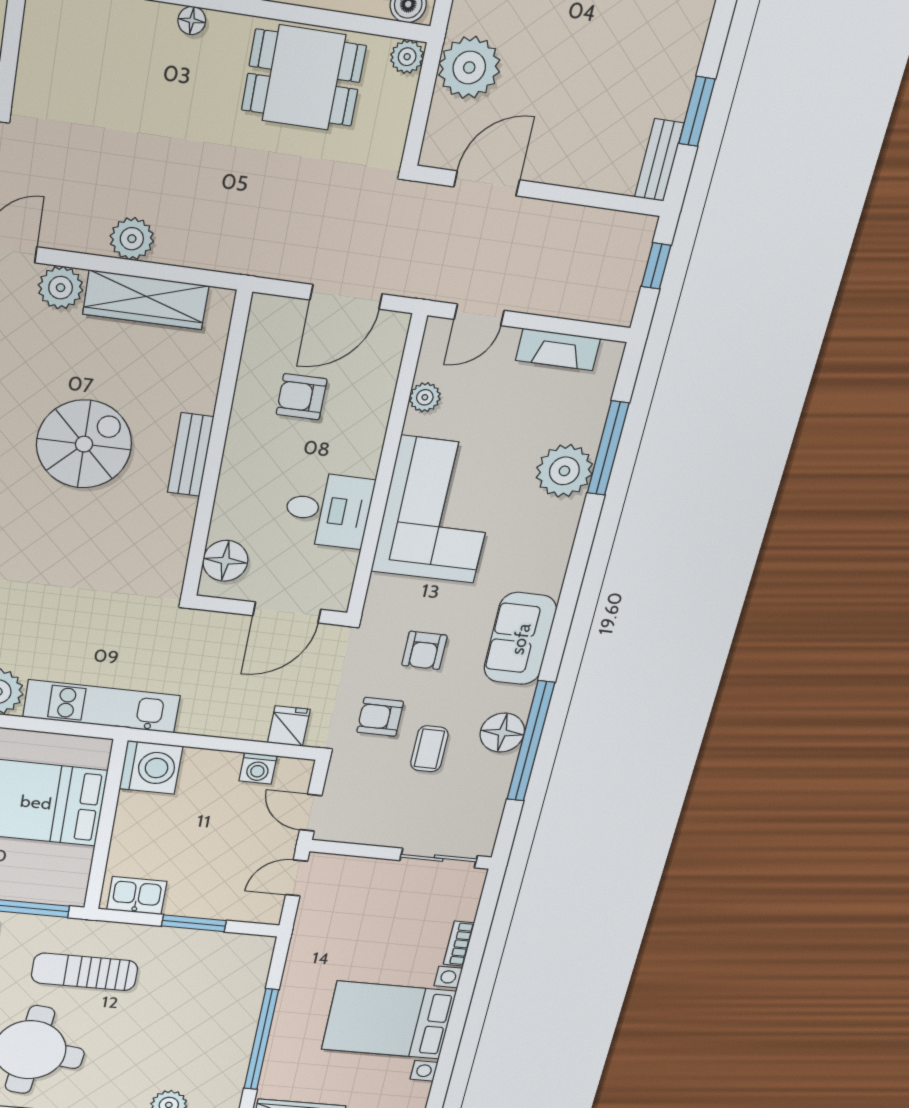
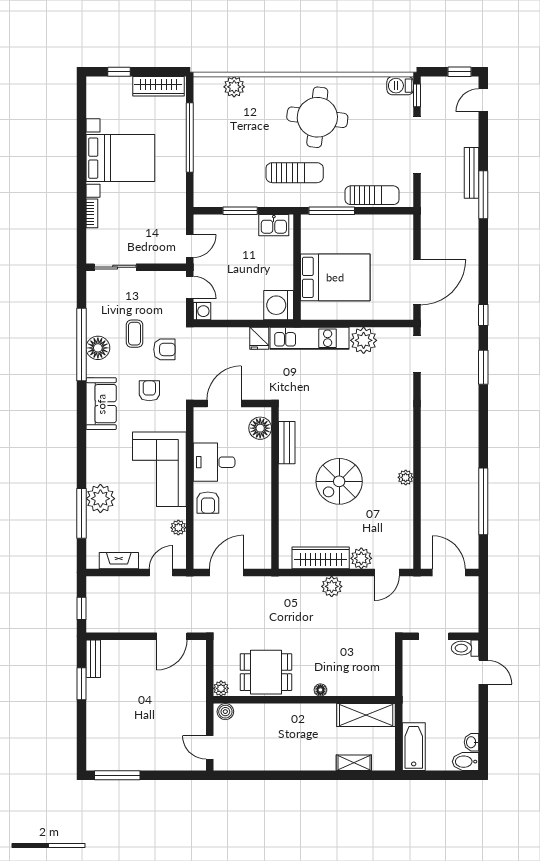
plant: (469, 68) -> (192, 688), removed
armchair: (302, 397) -> (208, 503), moved, turned 90
bench: (190, 455) -> (287, 443), moved
fridge: (289, 726) -> (259, 338), moved
washing machine: (258, 768) -> (202, 311), moved, turned 90

